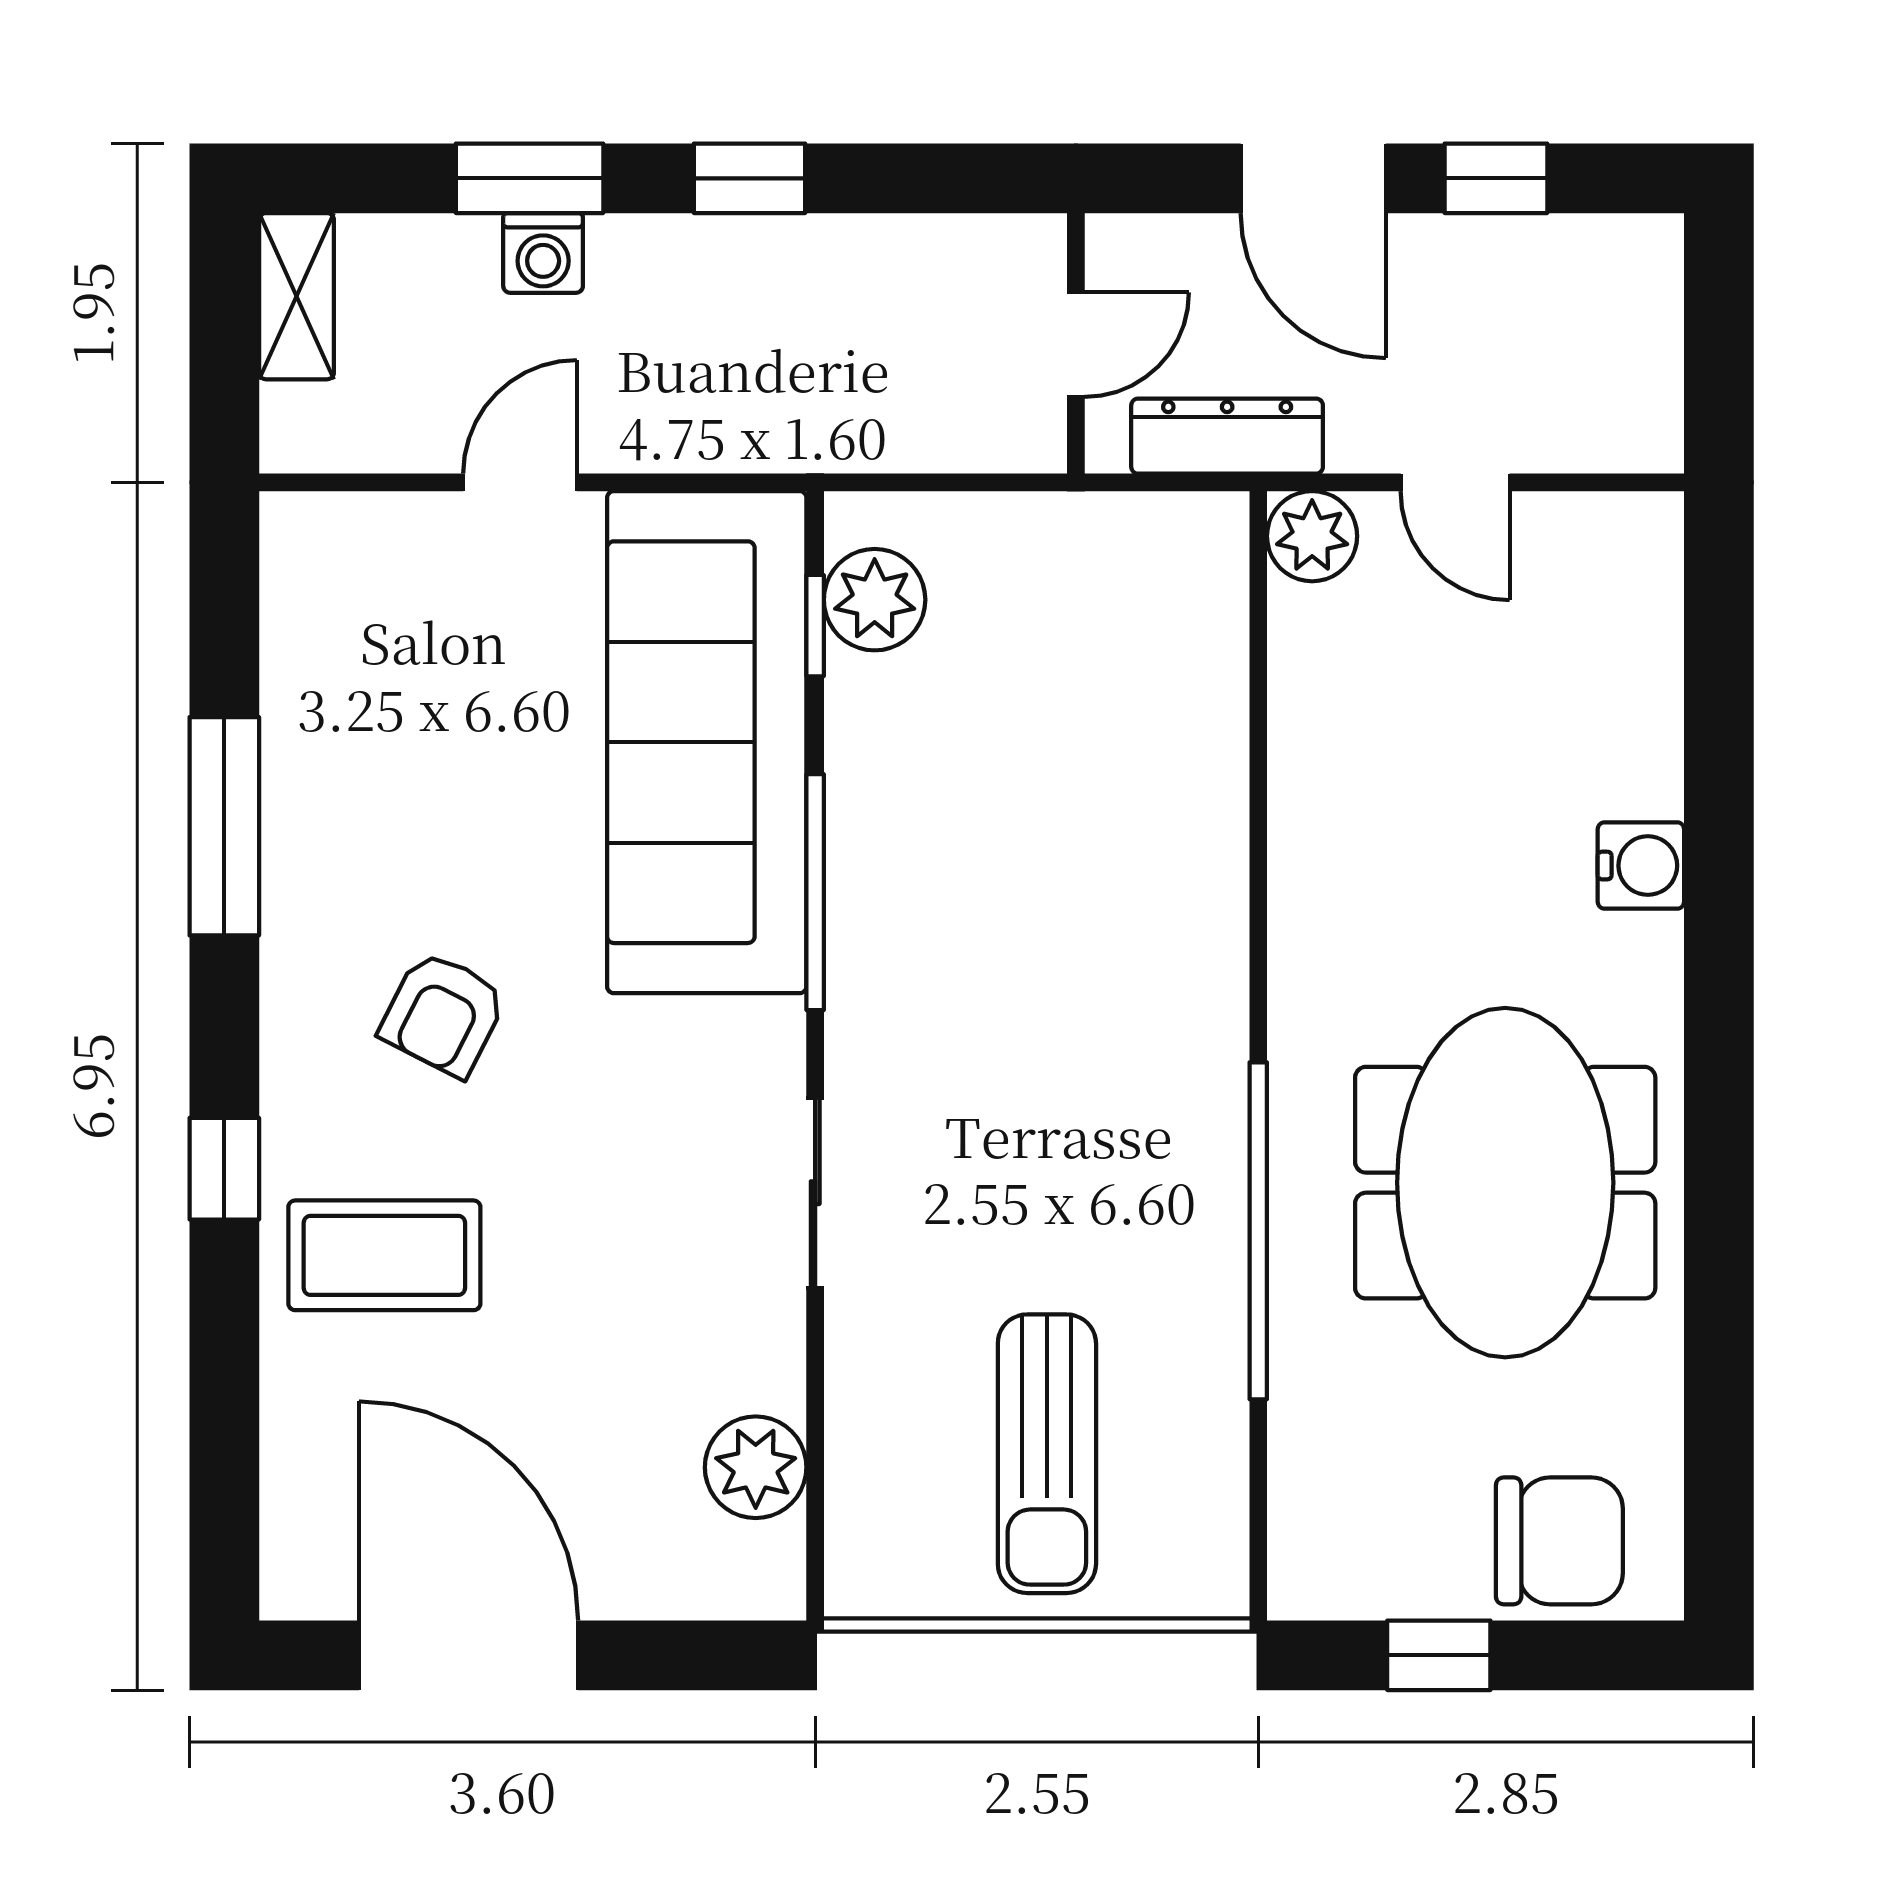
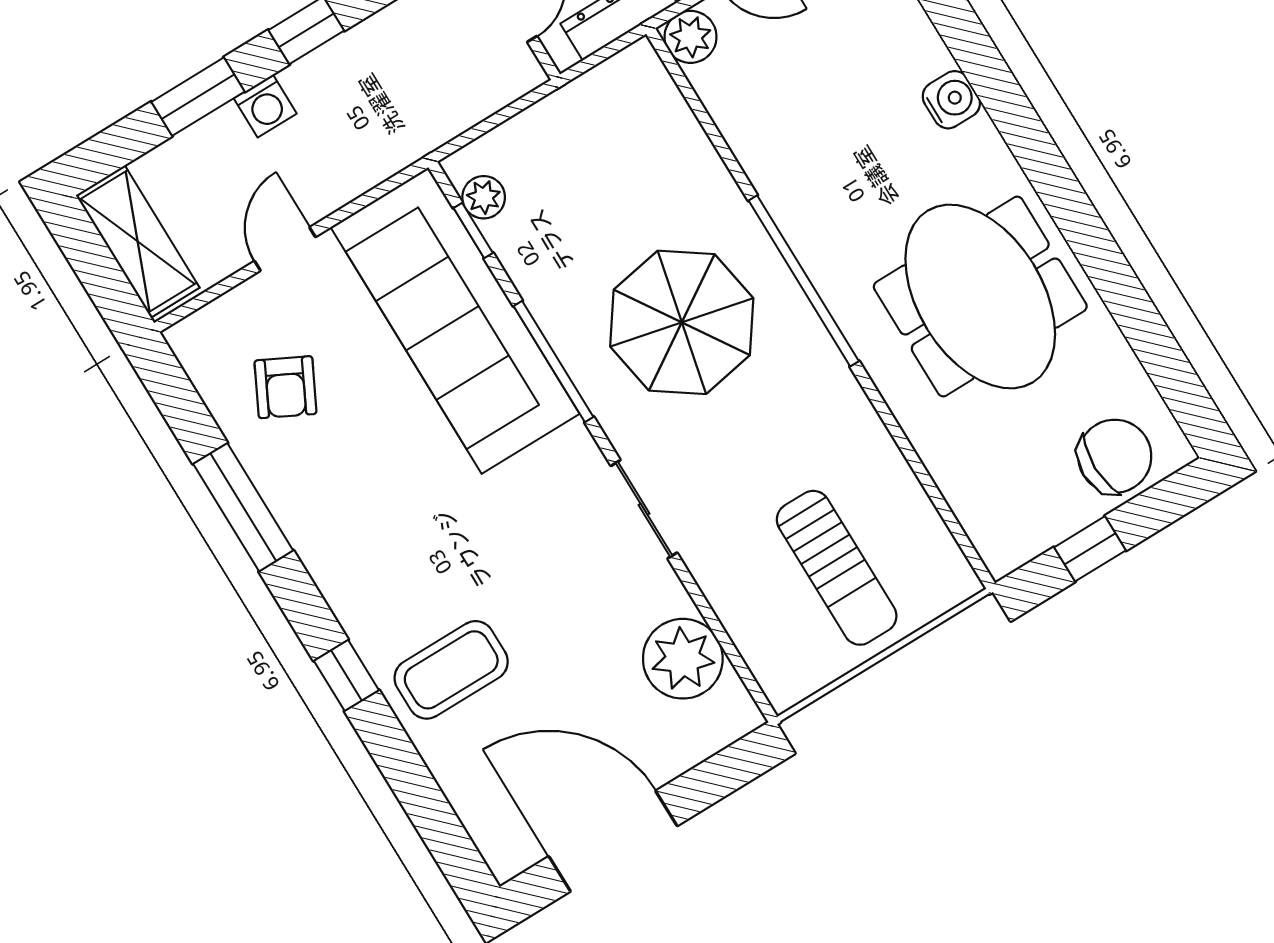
washing machine: (543, 253) -> (265, 106), moved
shelving: (297, 296) -> (138, 241), width x1.50, depth x1.33
plant: (875, 600) -> (484, 197), width x0.73, depth x0.73
parasol: (1040, 951) -> (682, 322), added
armchair: (443, 1014) -> (285, 387), moved
window: (1258, 1231) -> (804, 281), moved
plant: (756, 1467) -> (683, 659), width x1.36, depth x1.36

